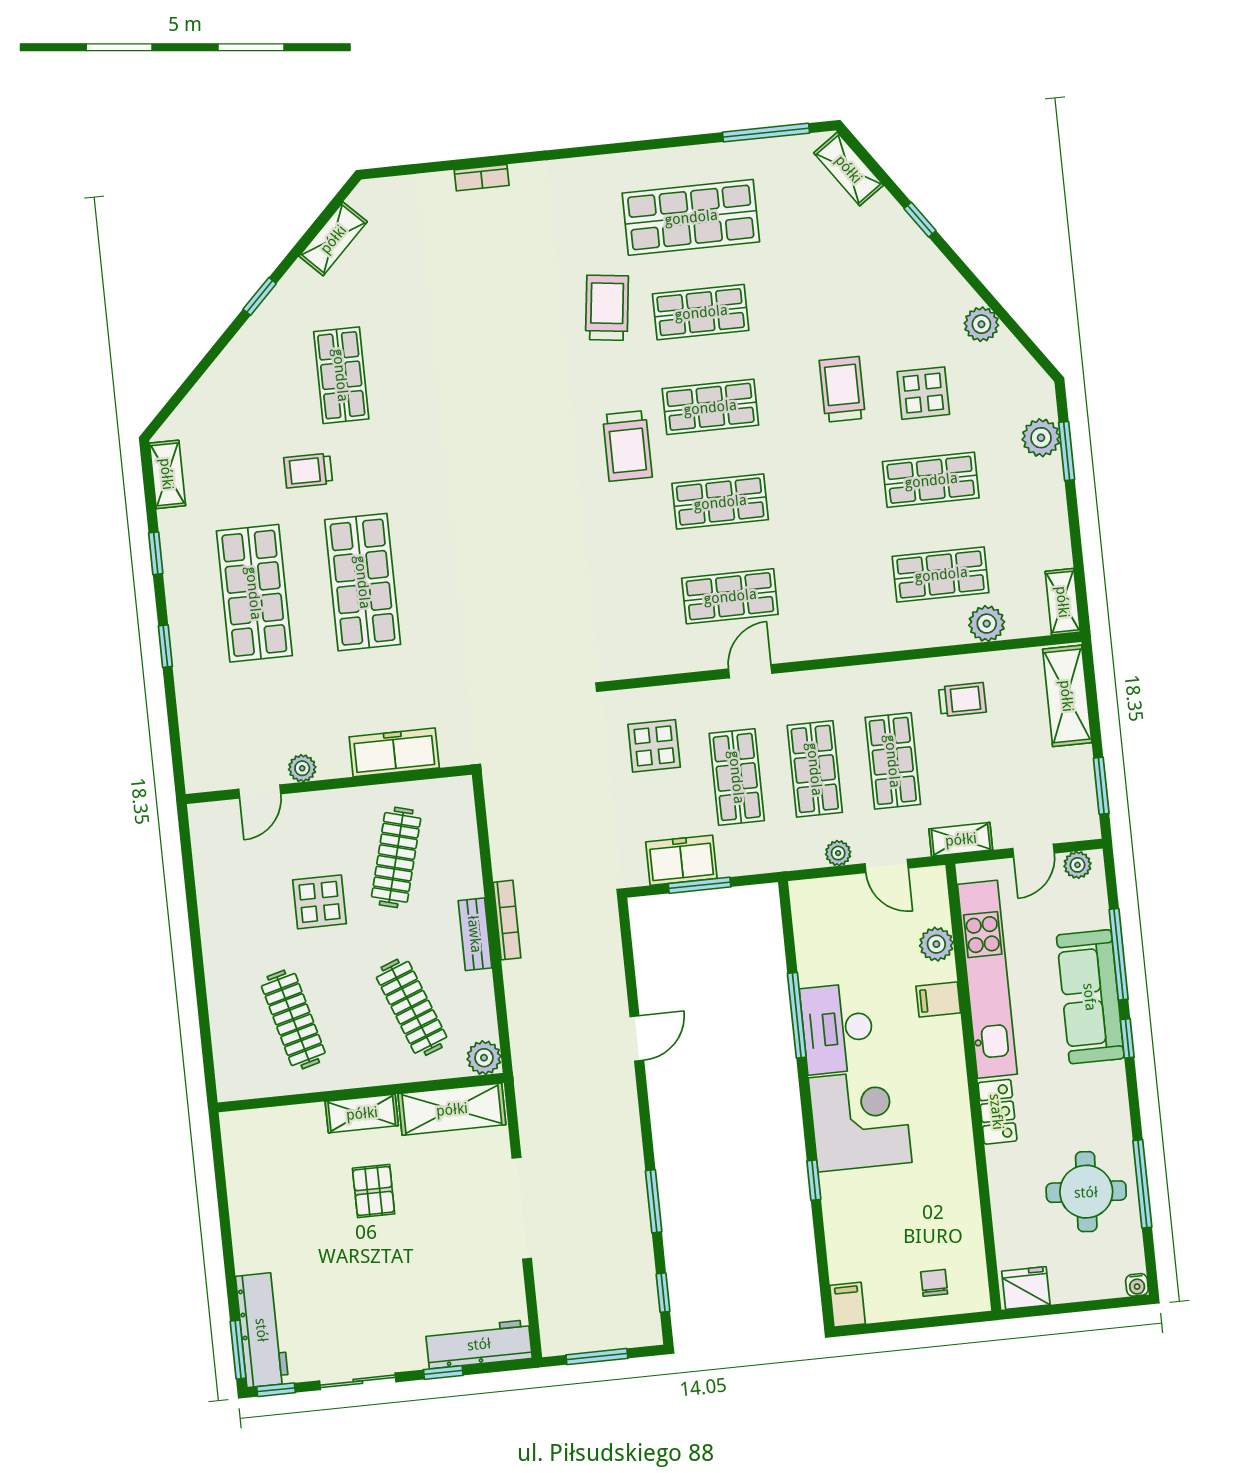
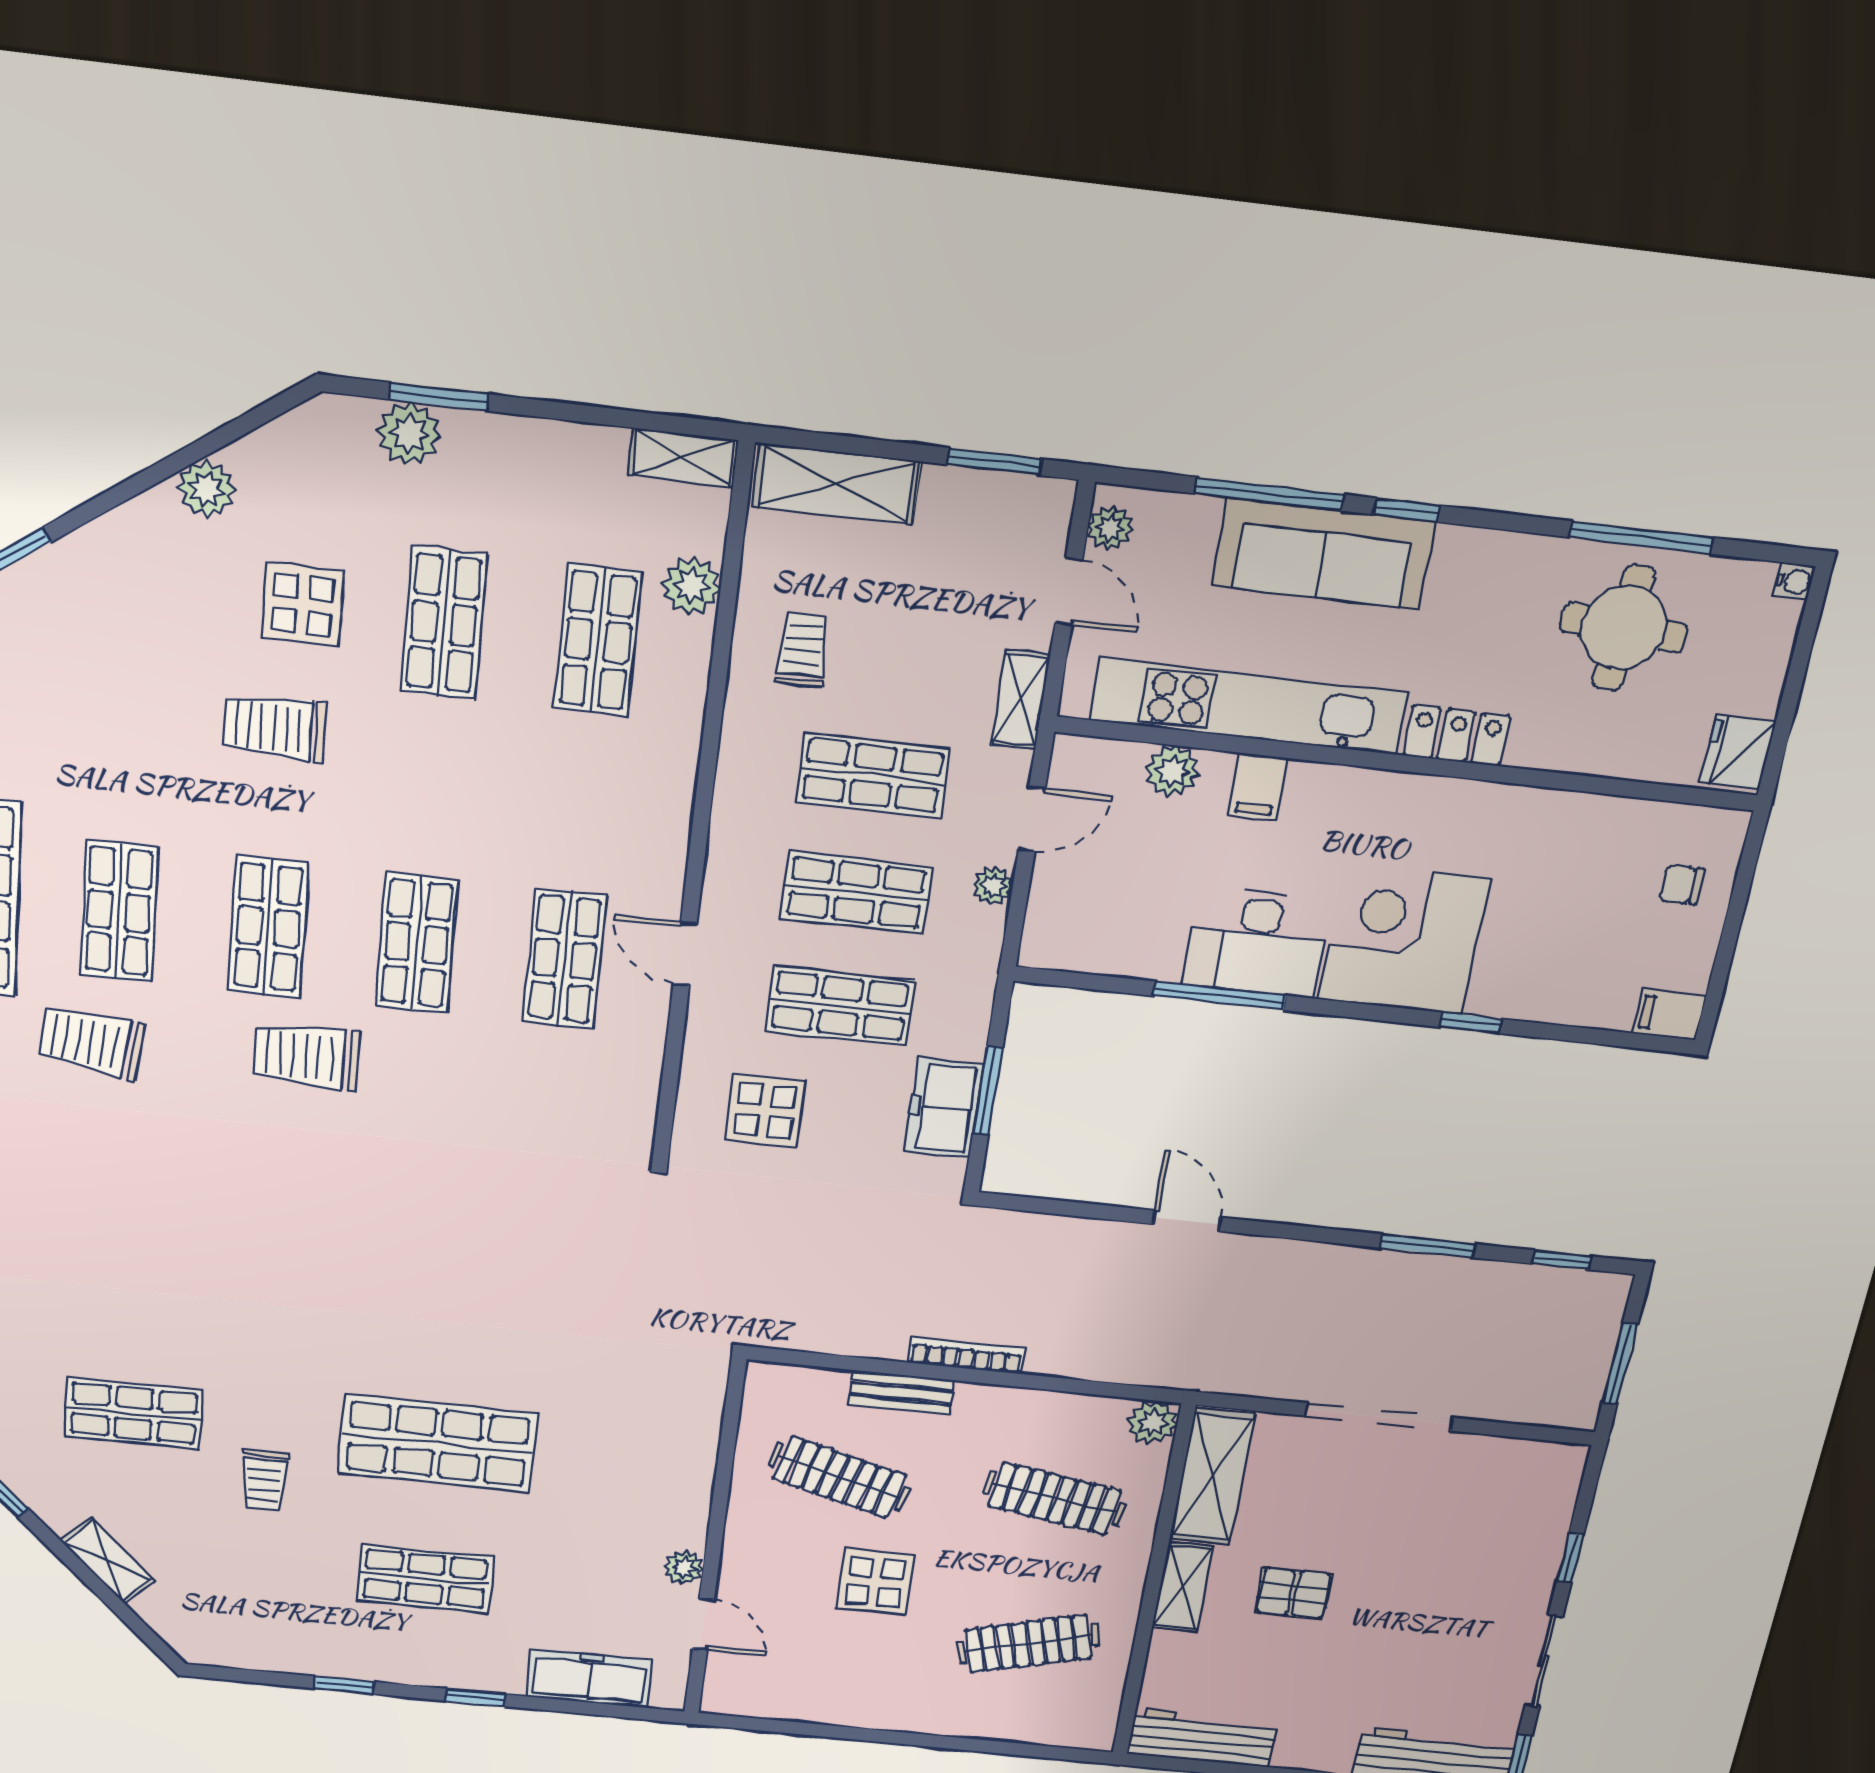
trolley: (627, 446) -> (307, 1056), turned 180
shelving: (167, 474) -> (108, 1561), moved, turned 45
shop shelf: (254, 593) -> (425, 1579), width x0.70, depth x0.74
freezer: (394, 752) -> (590, 1678), moved, turned 90
bench: (475, 934) -> (901, 1392), moved
clothes rail: (412, 1007) -> (1055, 1499), turned 30
workbench: (479, 1344) -> (1202, 1738), moved, turned 90

